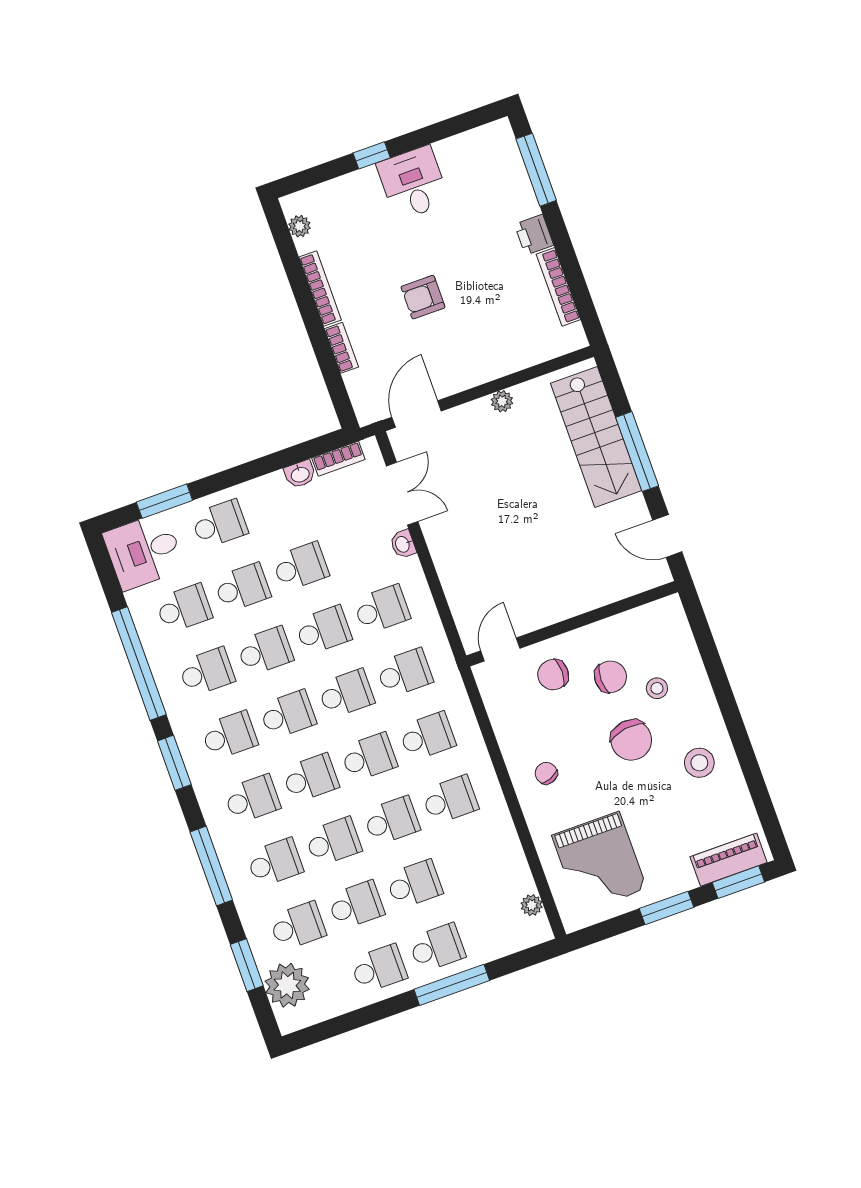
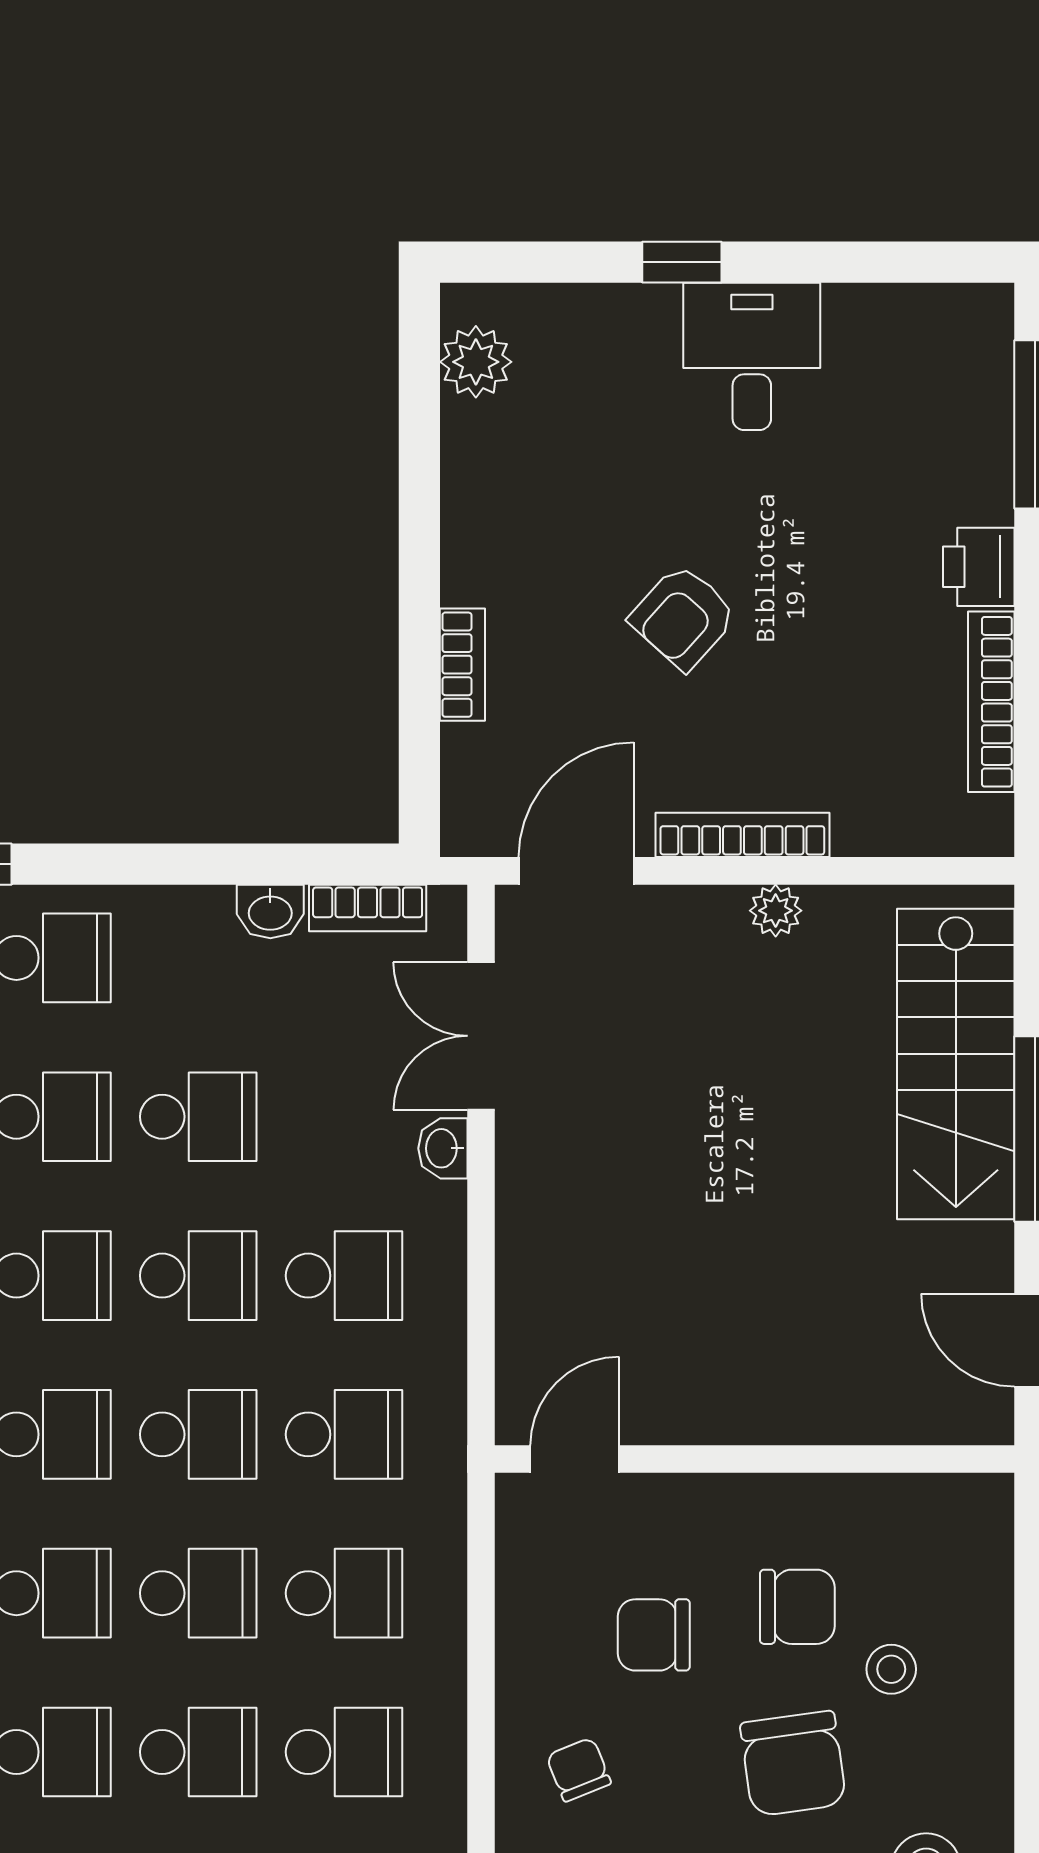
plant: (300, 226) -> (476, 362), width x1.38, depth x1.38
bookcase: (320, 288) -> (742, 835), moved, turned -90
armchair: (423, 297) -> (683, 617), turned -48
double door: (402, 494) -> (481, 1036), swing flipped
chair: (553, 675) -> (654, 1635), moved

